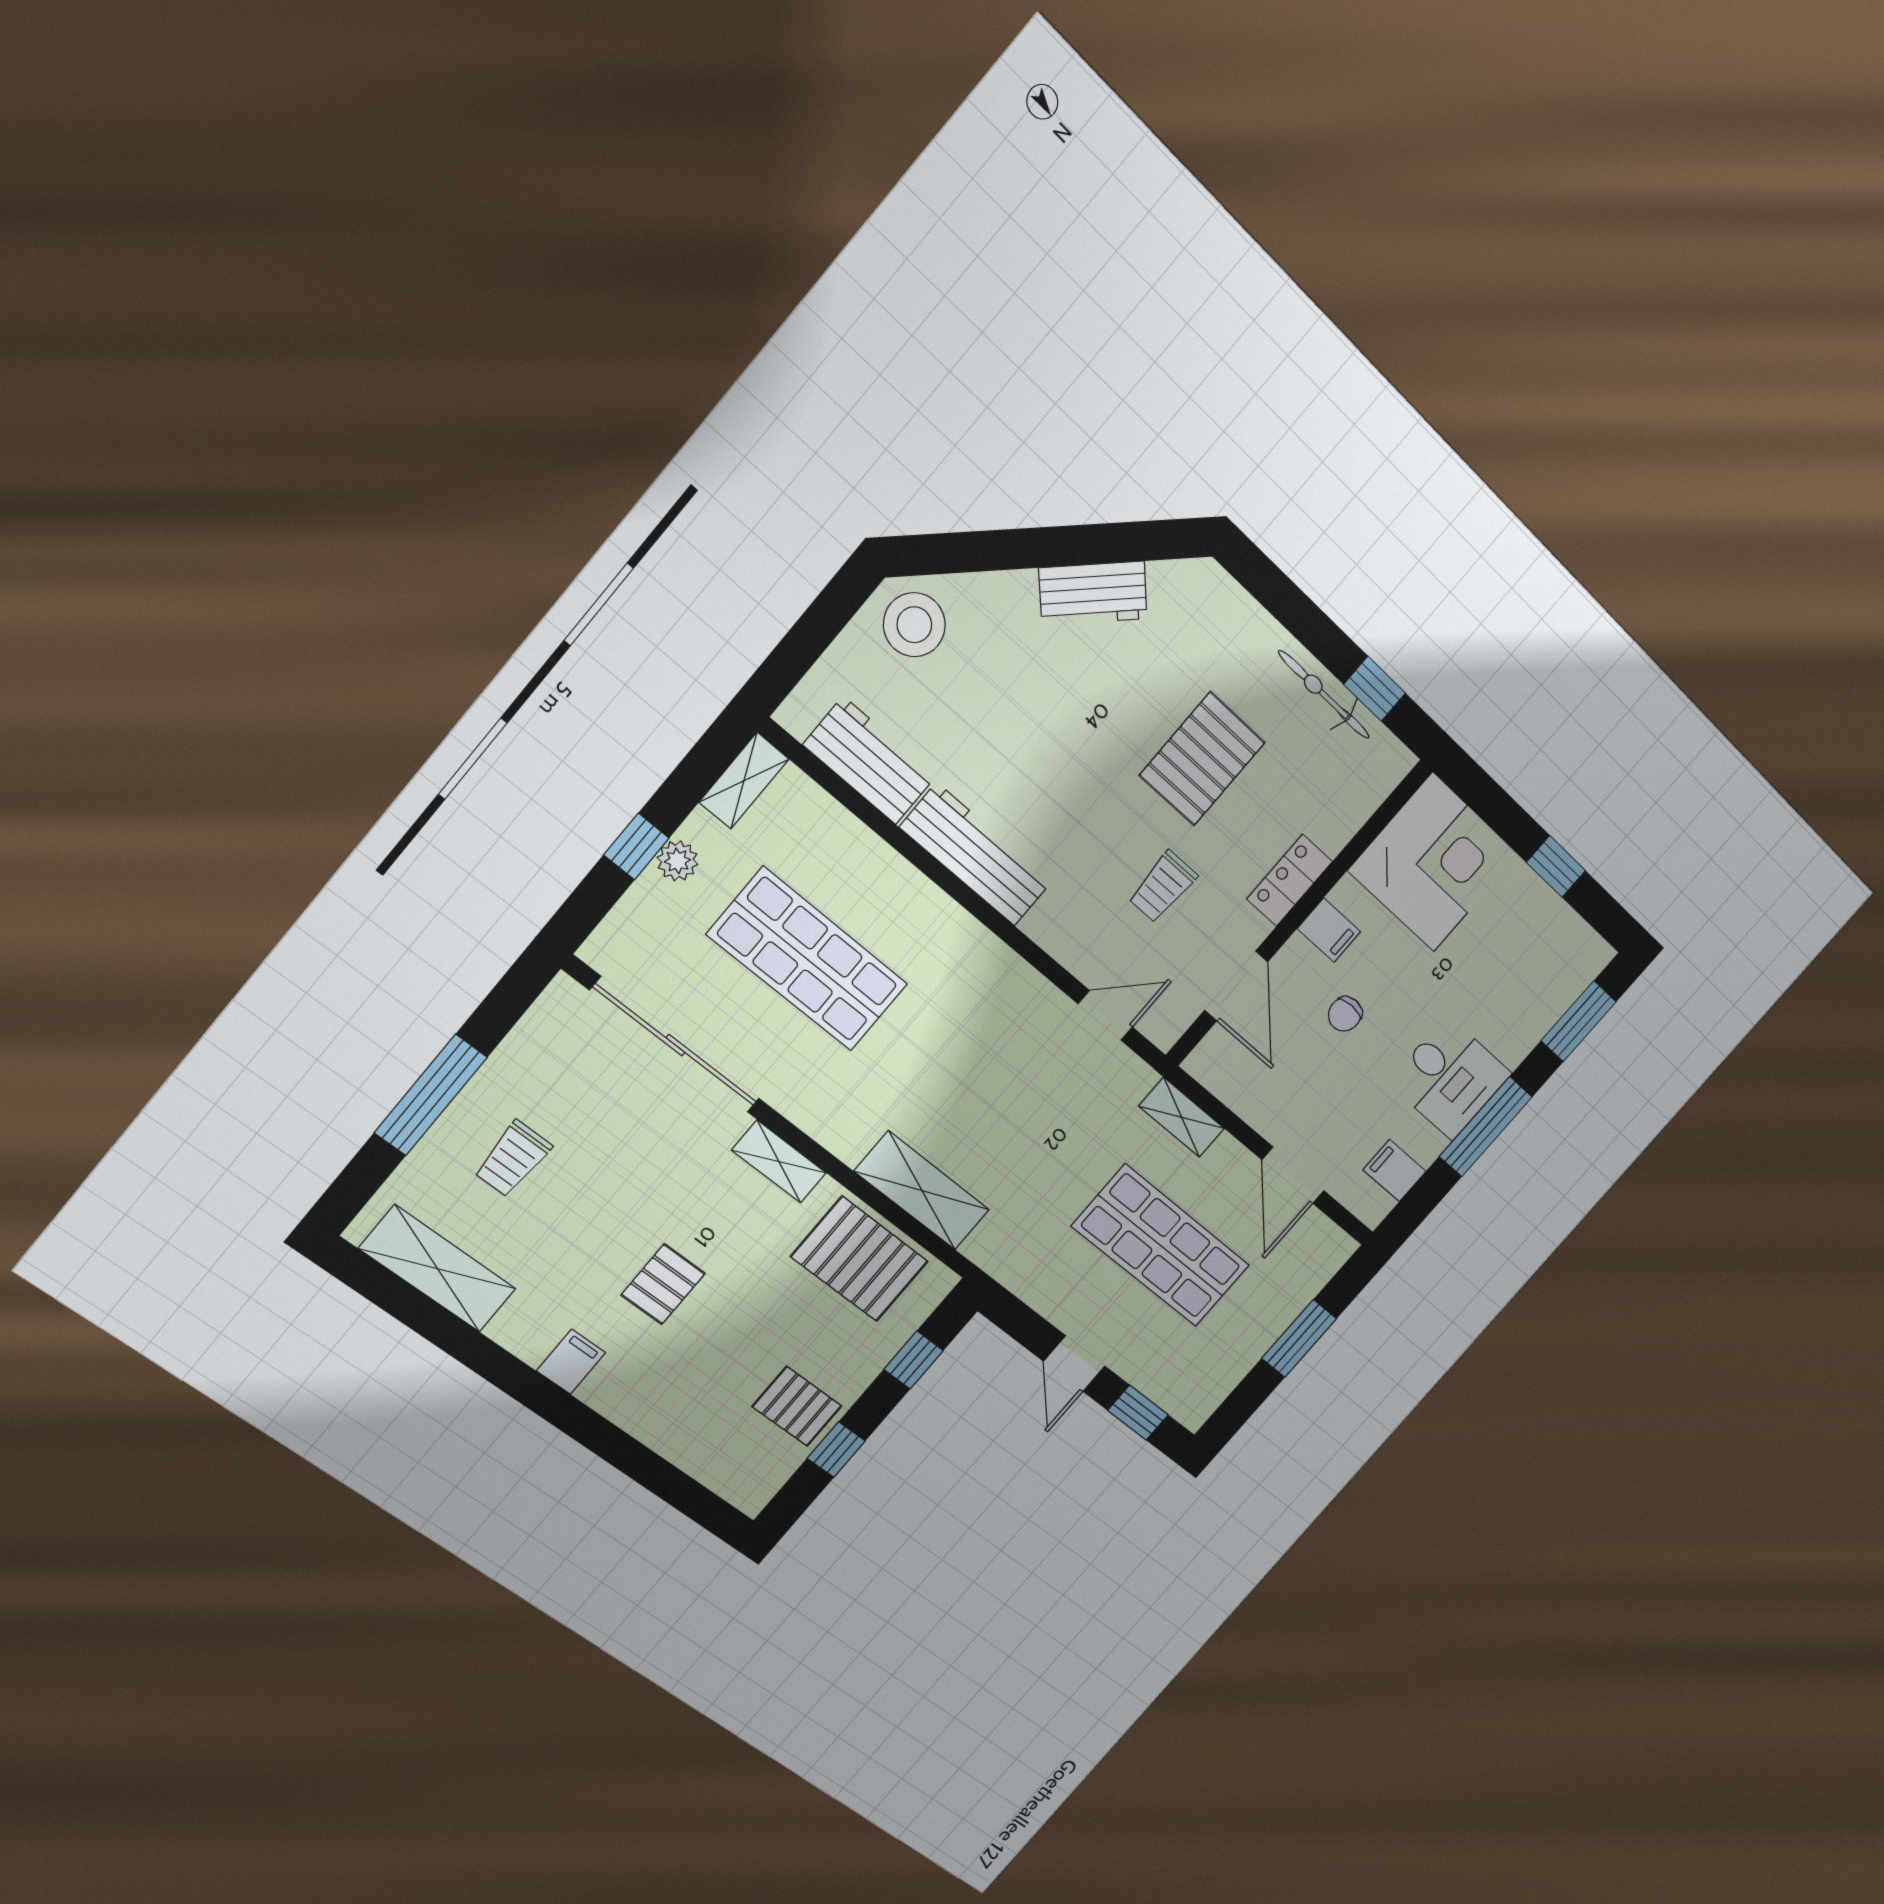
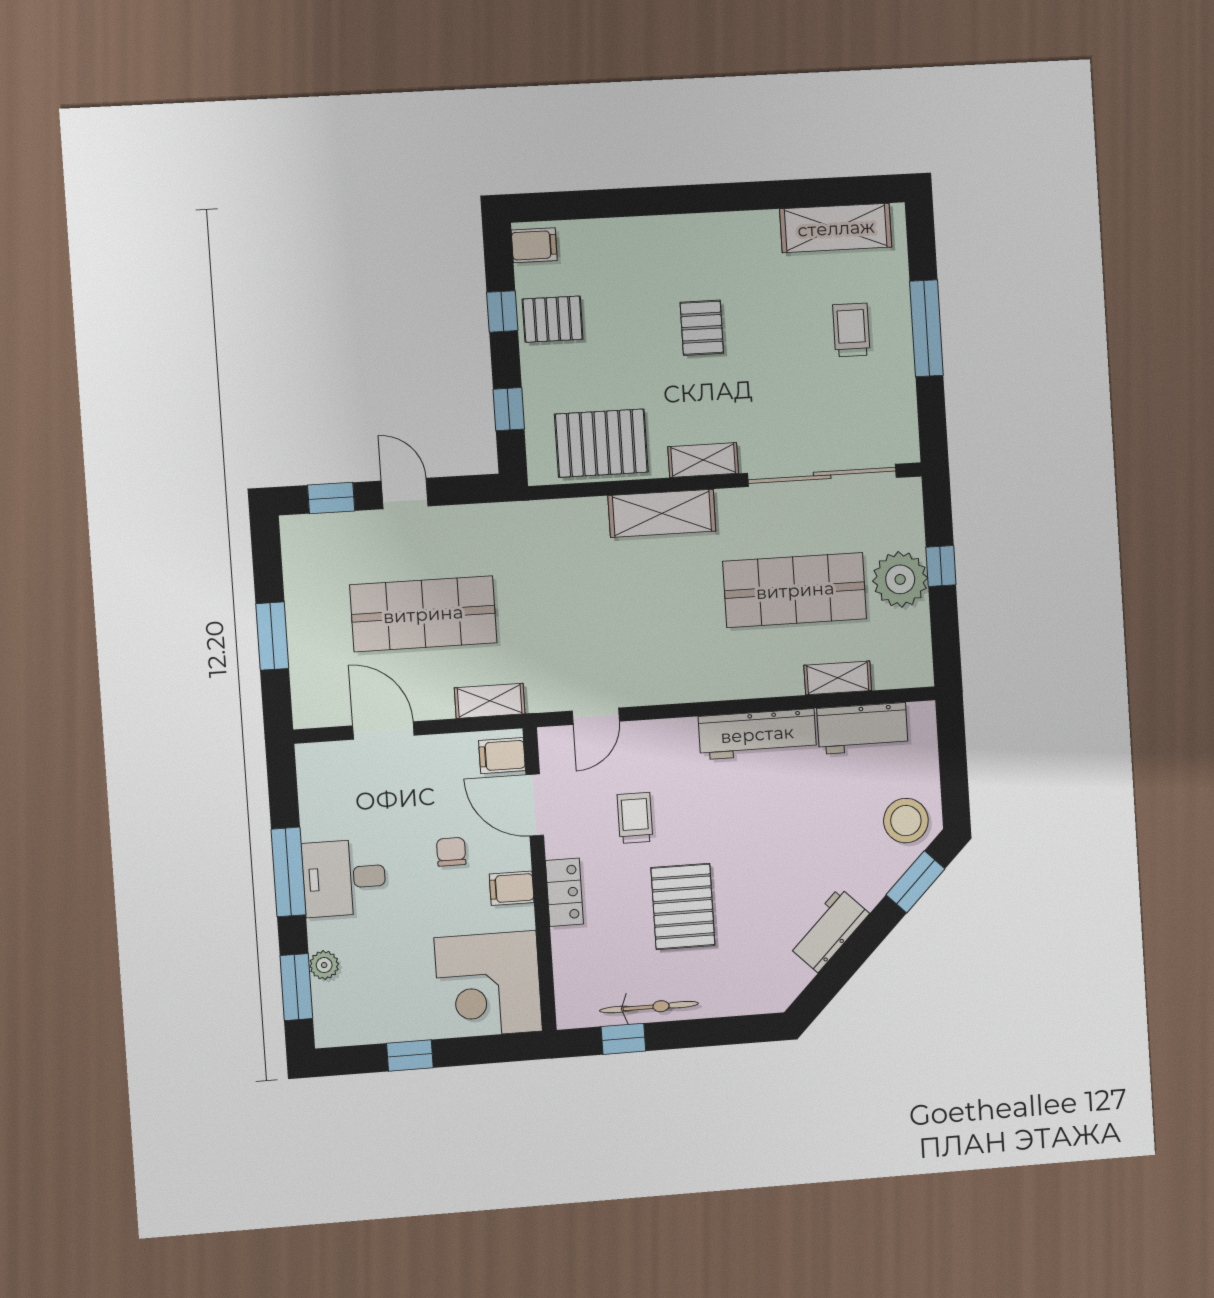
window: (964, 552) -> (915, 882), added
shelving: (744, 781) -> (838, 678), moved, turned 90
plant: (677, 861) -> (900, 579), width x1.88, depth x1.88
plant: (1540, 1018) -> (324, 965), added
filing cabinet: (1395, 1171) -> (502, 756), moved, turned 180
shelving: (922, 1191) -> (662, 513), moved
filing cabinet: (571, 1362) -> (534, 245), moved, turned -90

